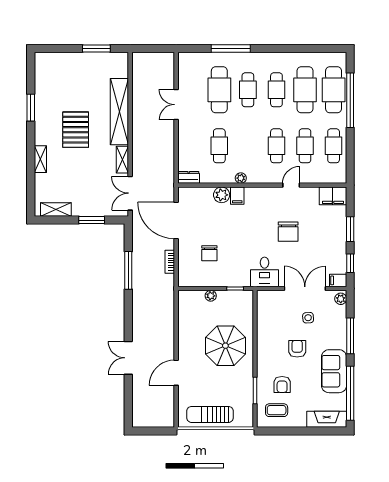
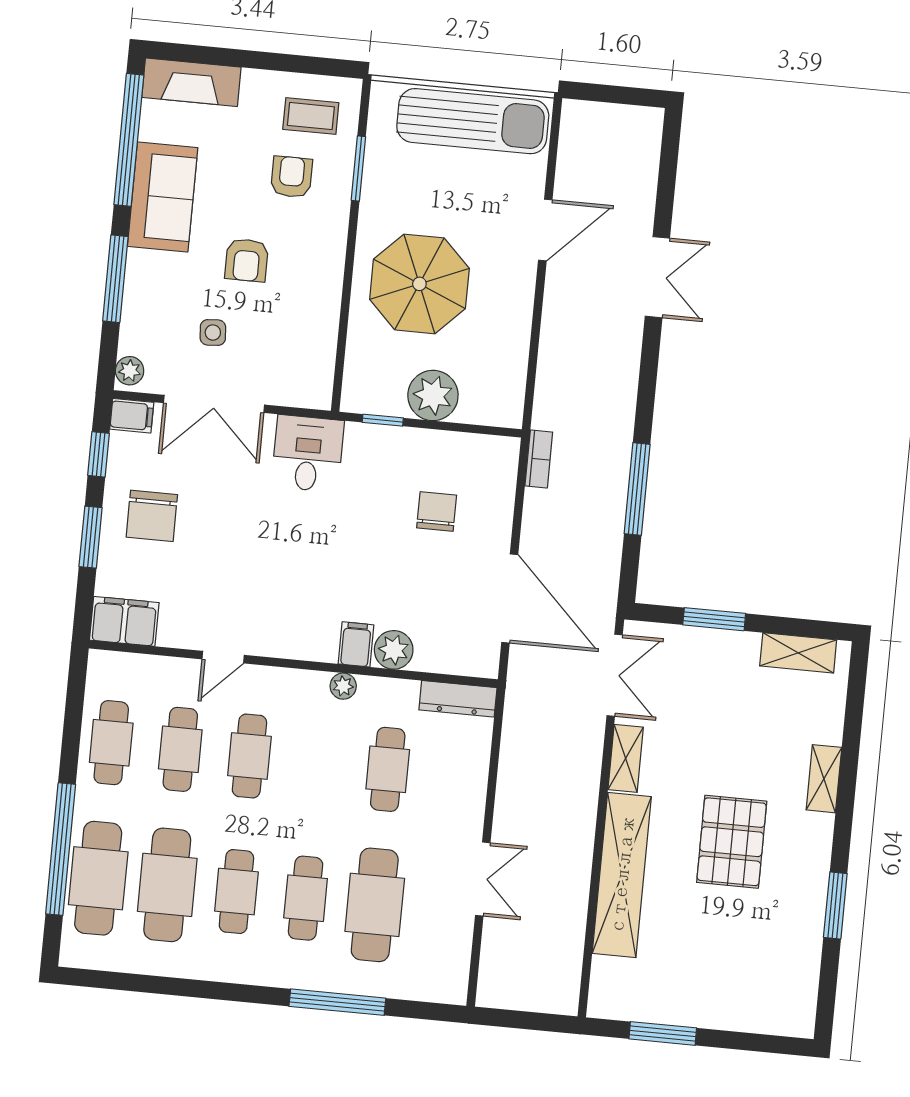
dresser: (189, 177) -> (458, 699), width x1.44
chair: (288, 232) -> (152, 516), moved, turned 180
bookcase: (170, 262) -> (539, 459), moved
plant: (211, 296) -> (433, 395), width x1.87, depth x1.87
sun lounger: (210, 414) -> (473, 121), width x1.36, depth x1.34

